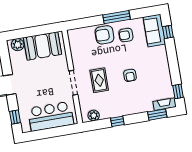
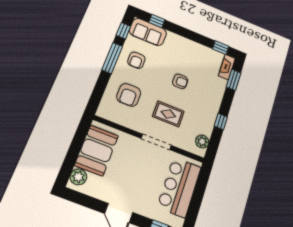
window: (143, 13) -> (123, 31), added
armchair: (104, 35) -> (129, 95), moved

